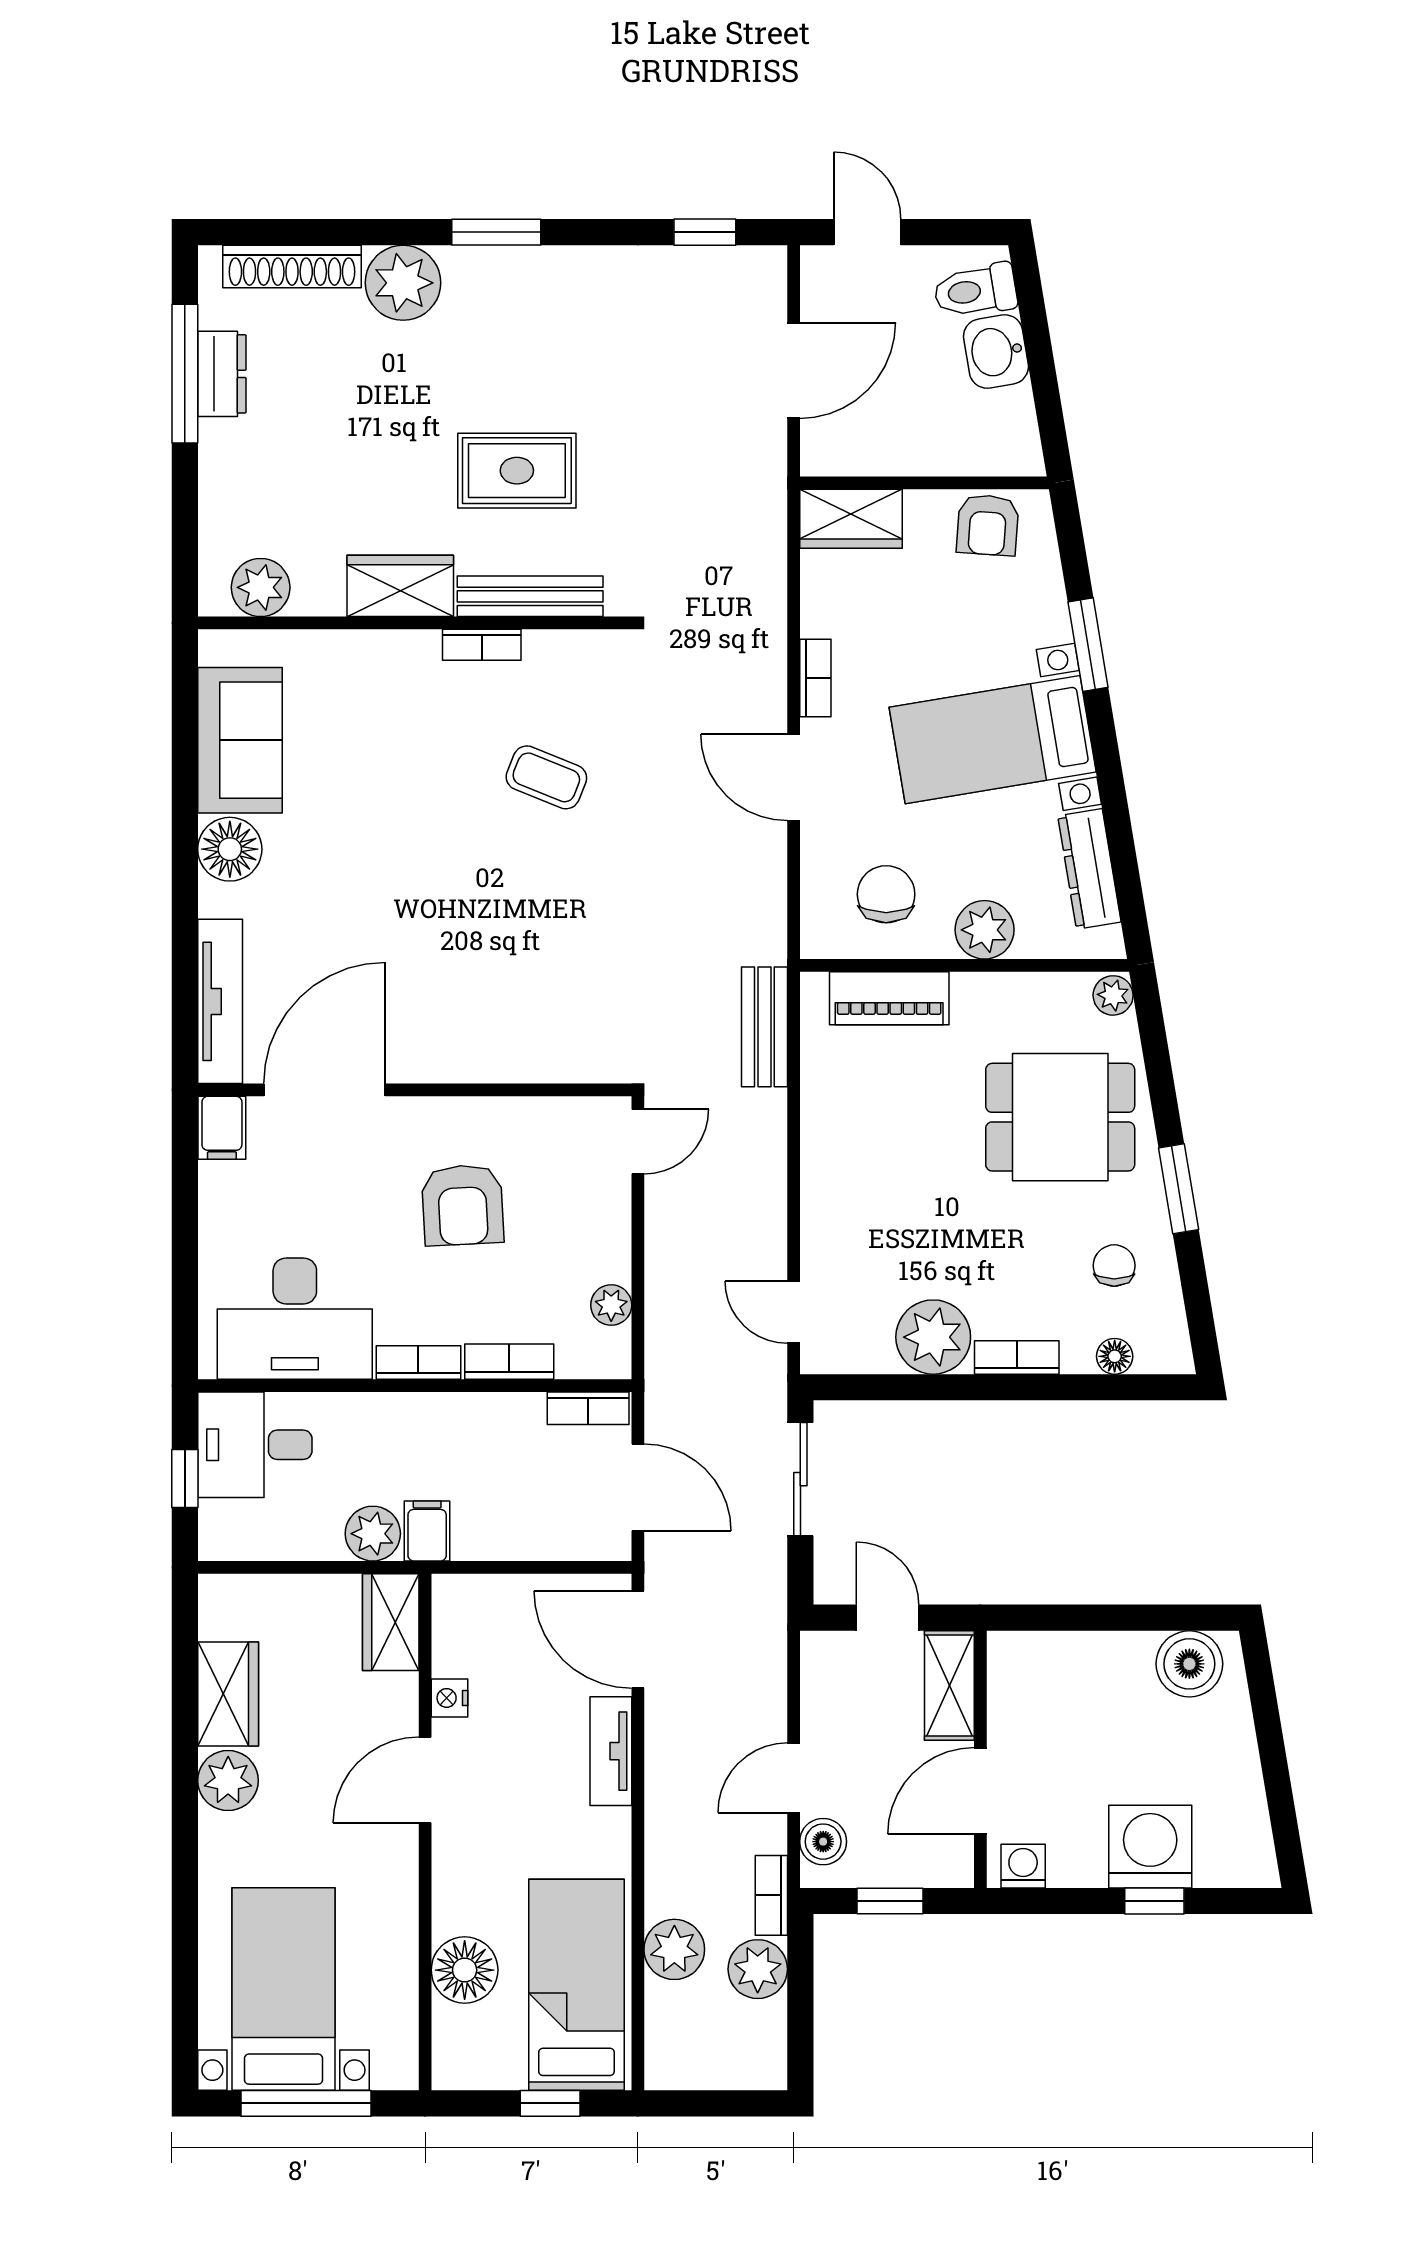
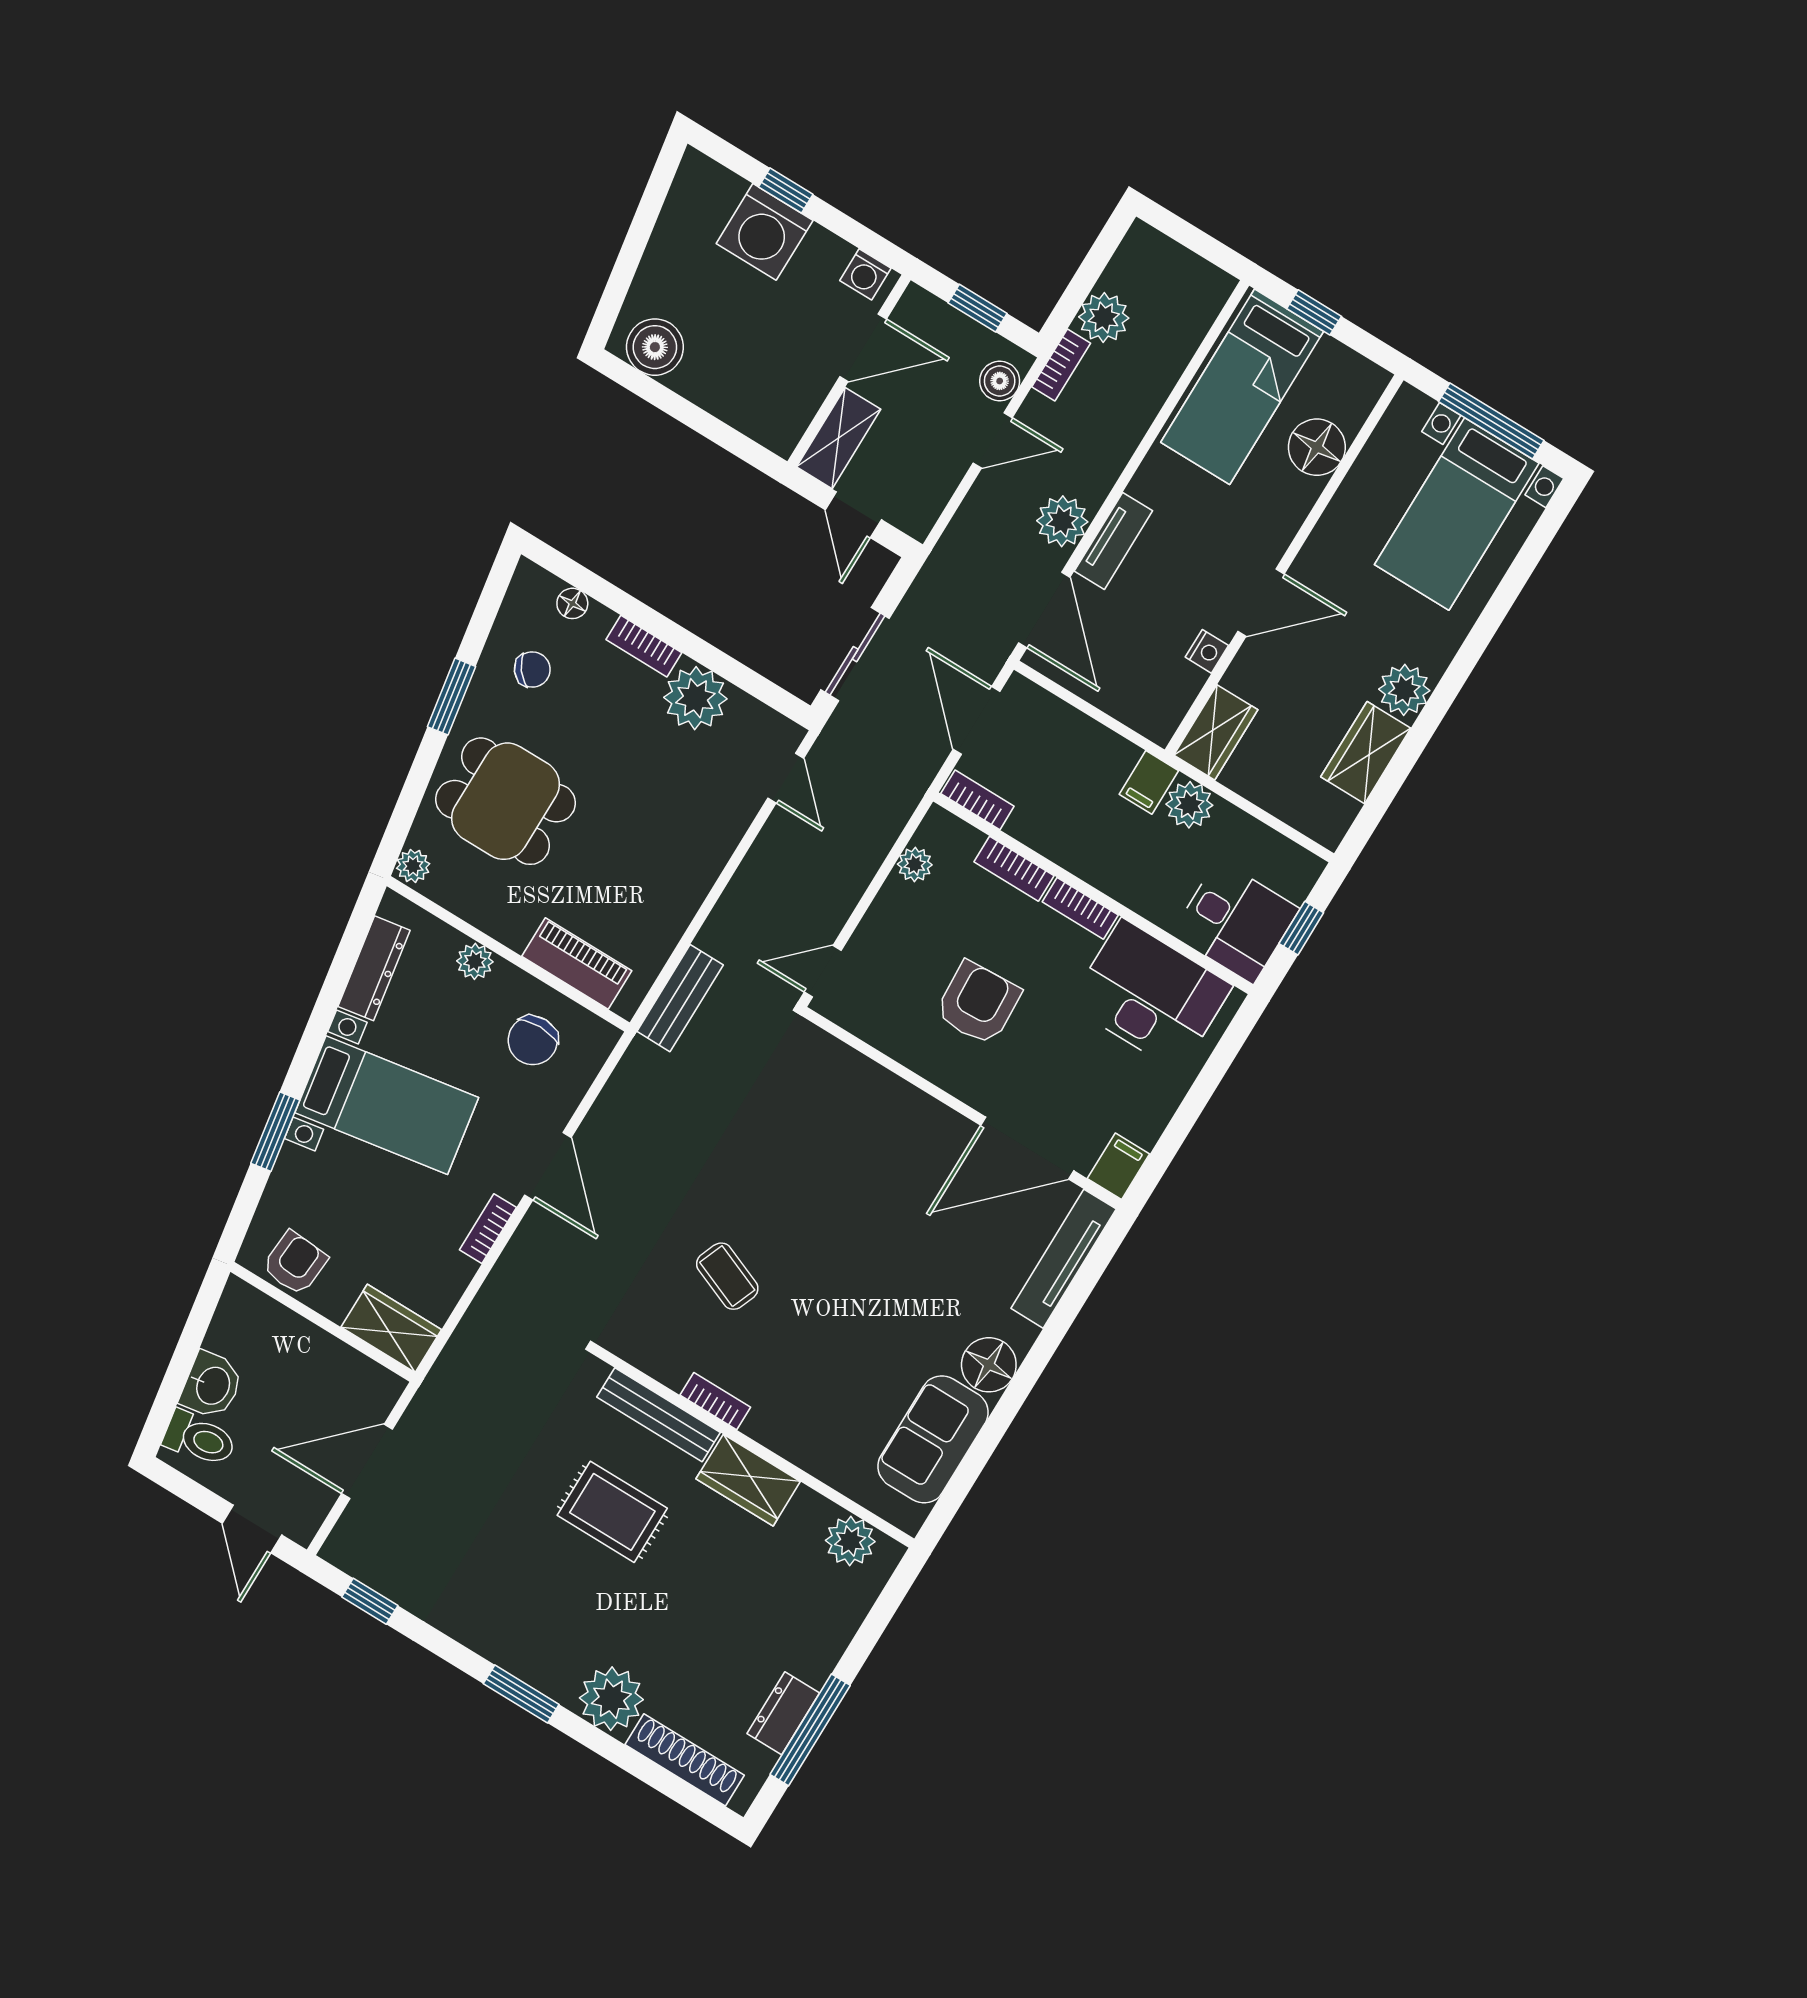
plant: (985, 930) -> (475, 961), width x0.73, depth x0.73
chair: (1114, 1266) -> (532, 670), turned -128
plant: (674, 1949) -> (1062, 521), moved

